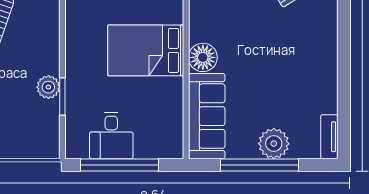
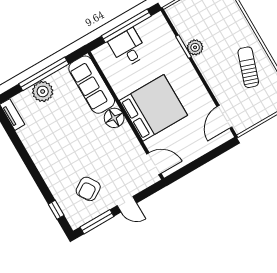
bed: (146, 50) -> (153, 108), width x1.36
desk: (111, 136) -> (128, 48), moved

